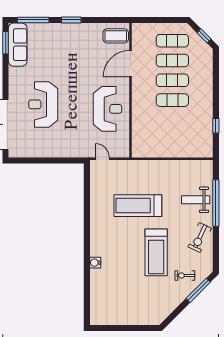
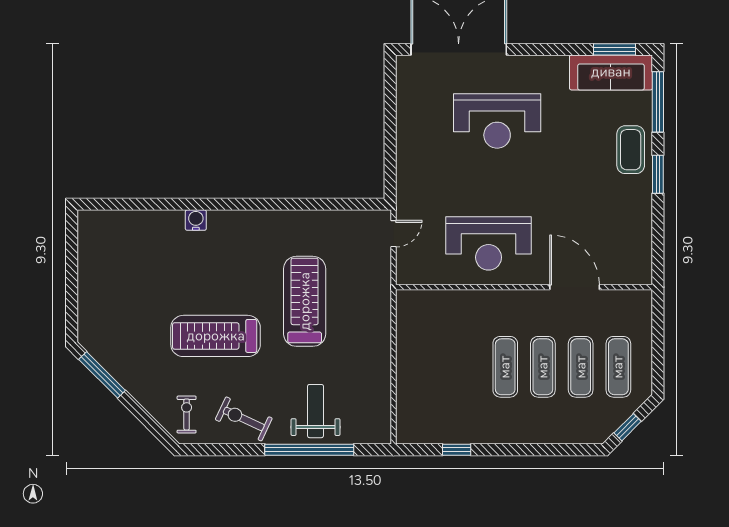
coffee table: (116, 36) -> (631, 150), moved
reception desk: (43, 104) -> (497, 121), turned 180
exercise bike: (185, 276) -> (187, 414), moved
window: (198, 290) -> (102, 375), moved

